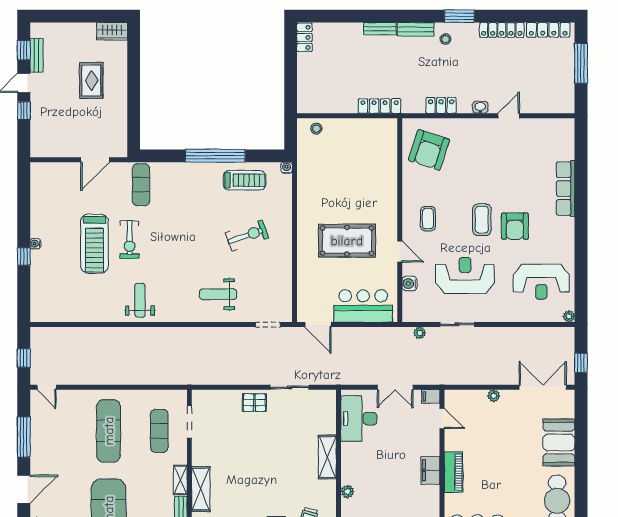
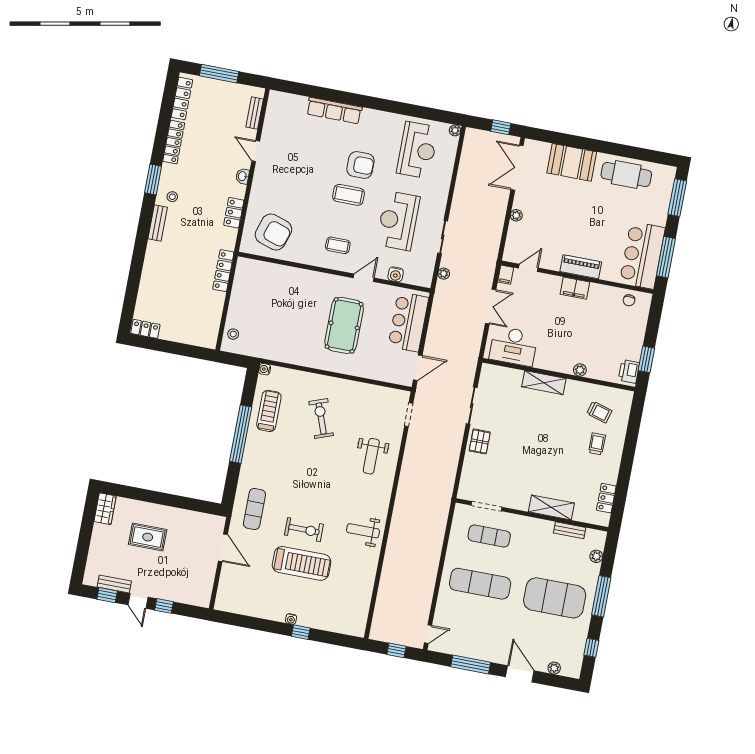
bench: (380, 29) -> (255, 113), moved
exercise mat: (141, 185) -> (254, 509), turned 90
shelving: (180, 480) -> (539, 525), removed

